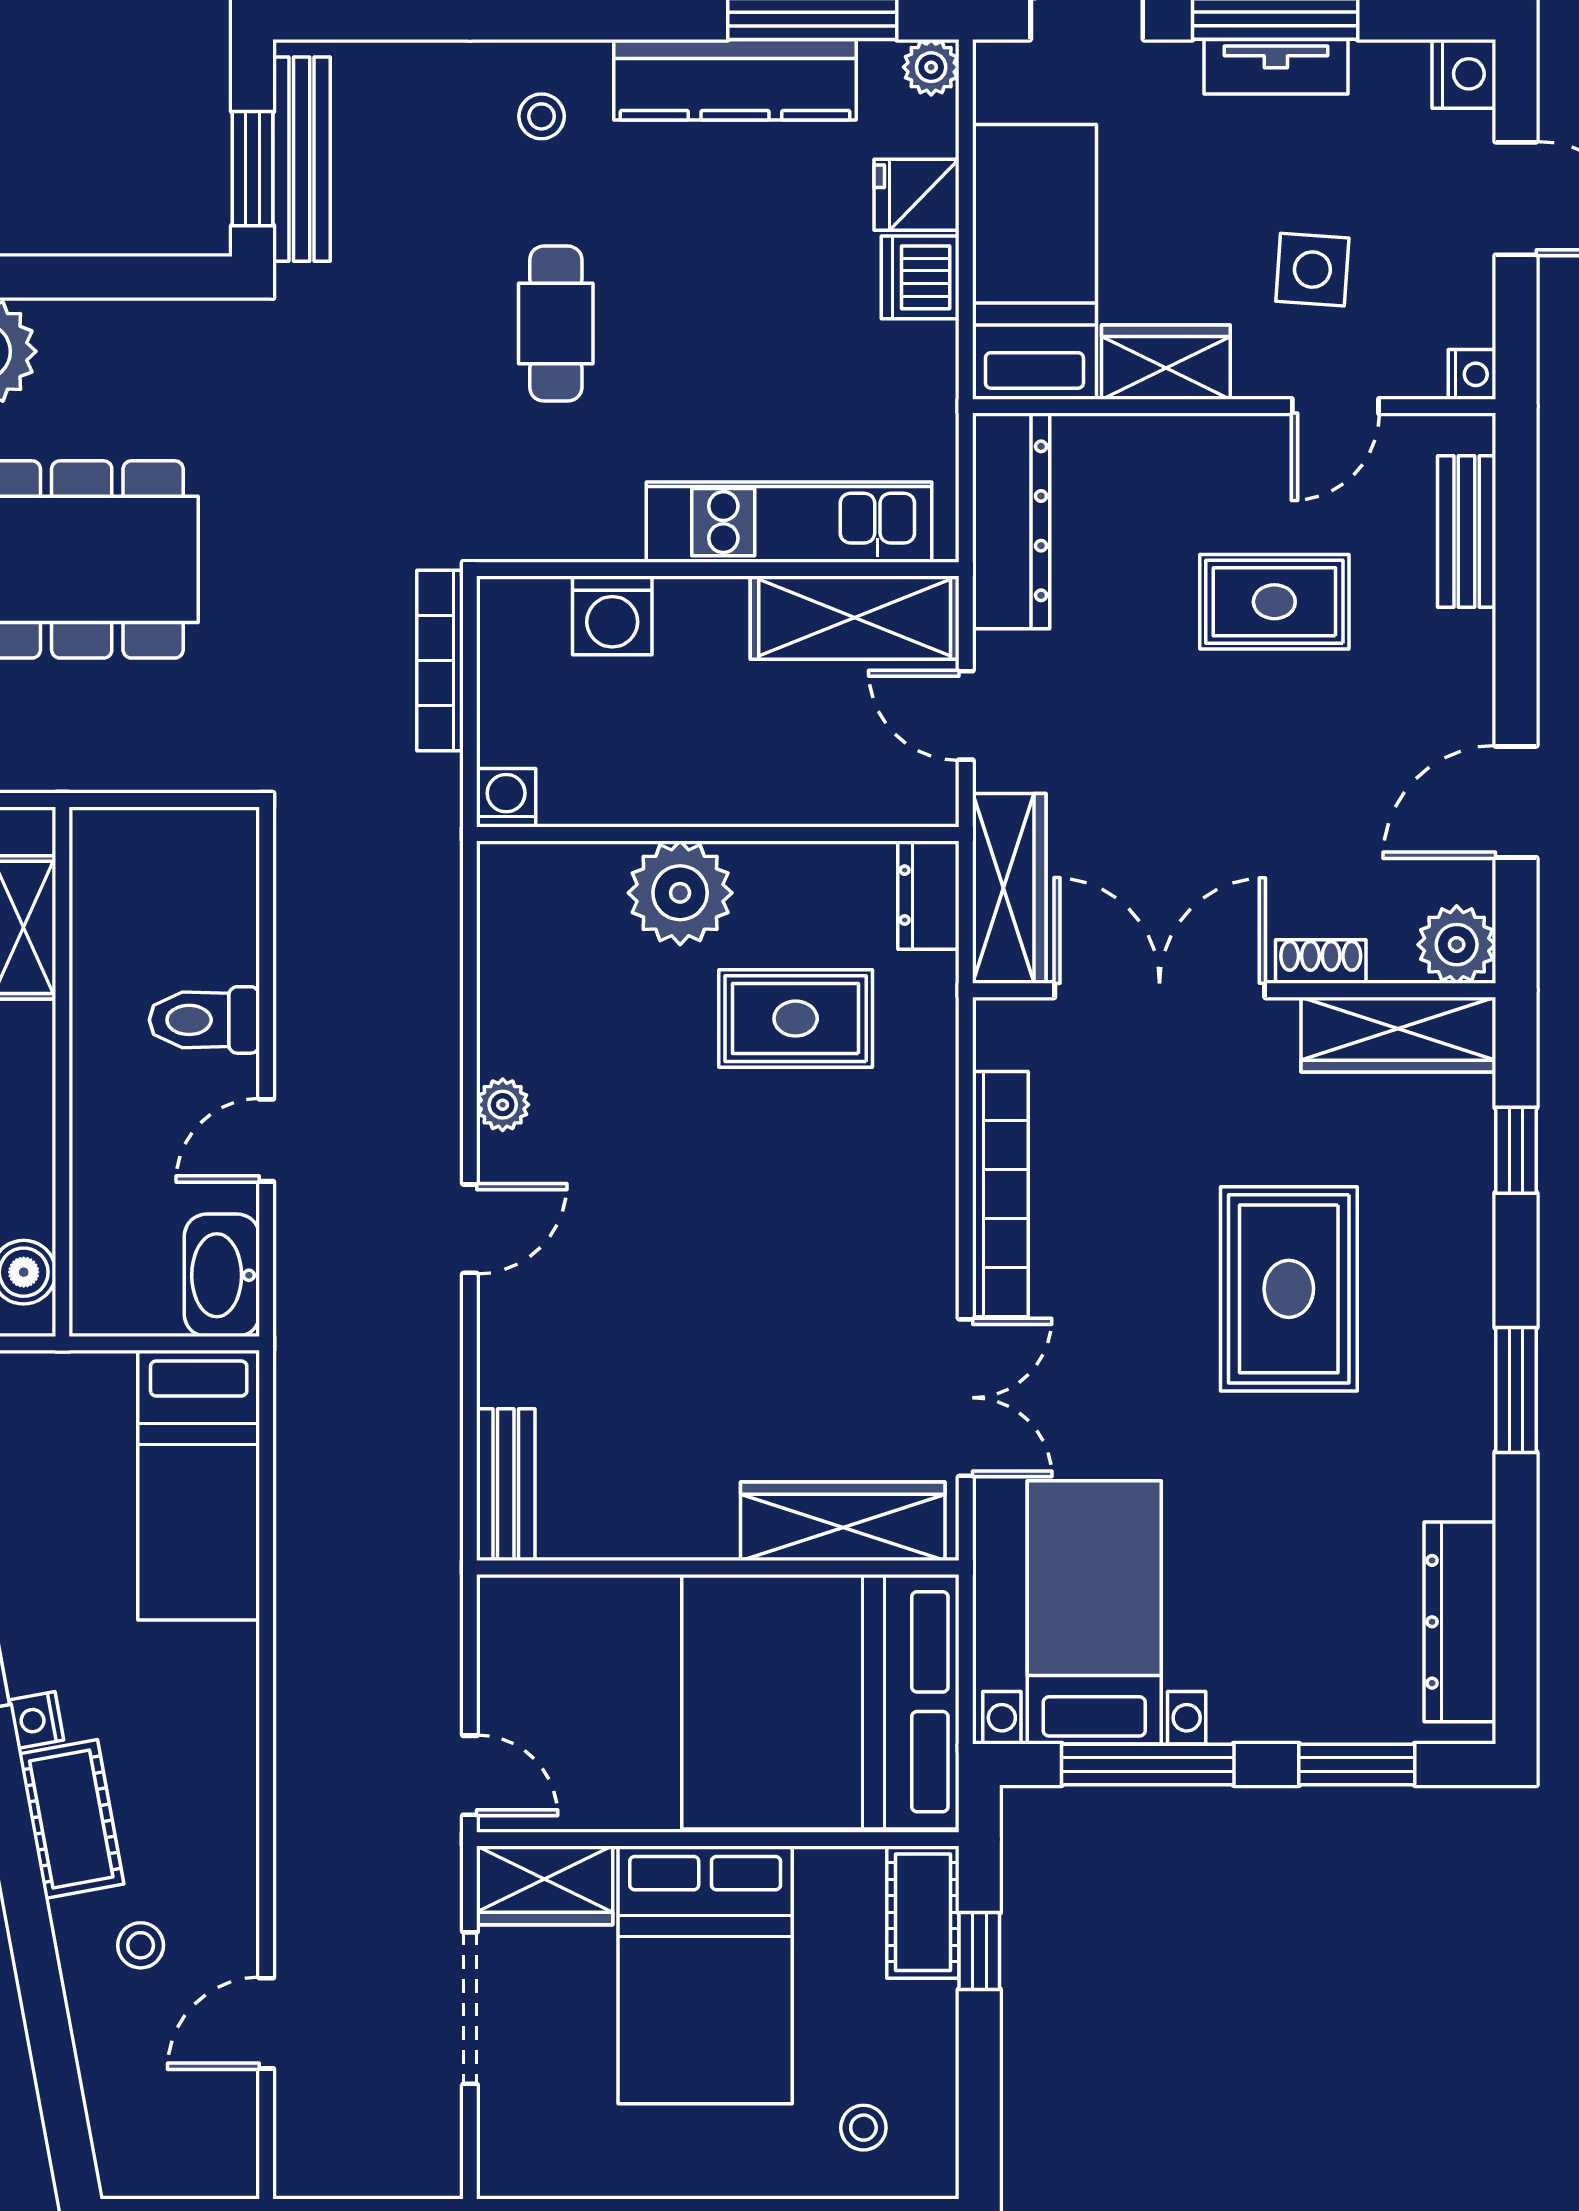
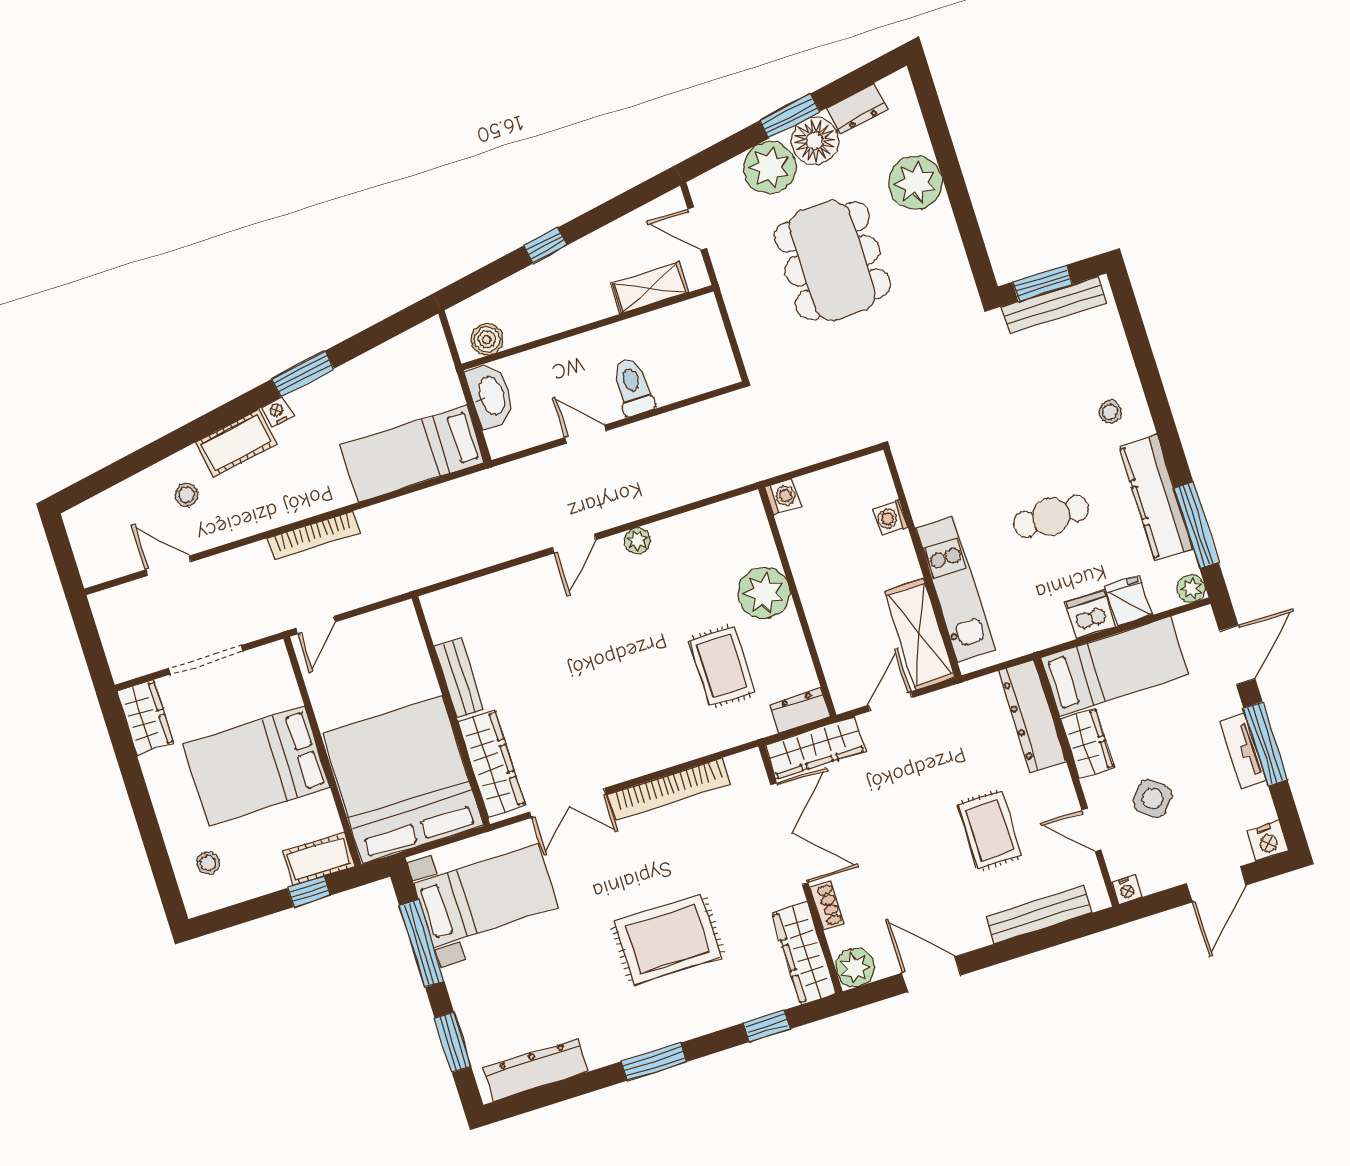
side table: (1312, 270) -> (1153, 799), turned 35
cafe table: (556, 324) -> (1051, 516), moved
dresser: (1011, 521) -> (1032, 716), moved, turned 90
bench: (1467, 531) -> (1039, 915), width x1.36
washing machine: (612, 615) -> (890, 518), width x0.73, depth x0.73
bookcase: (440, 661) -> (314, 535), moved, turned 180
door: (470, 1229) -> (574, 544), hinge flipped
washbasin: (222, 1275) -> (491, 396), moved, turned 90
bench: (506, 1485) -> (459, 678), moved, turned 90
wardrobe: (545, 1885) -> (145, 718), moved, turned 180

